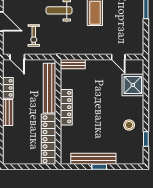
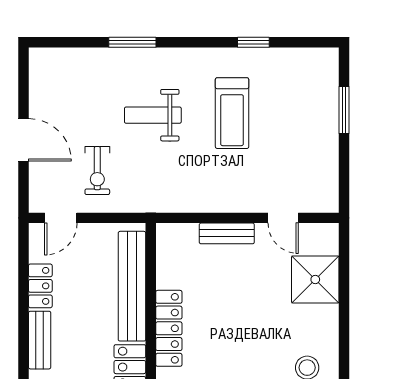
door: (17, 57) -> (61, 218), hinge flipped
bench: (73, 64) -> (227, 233), moved

